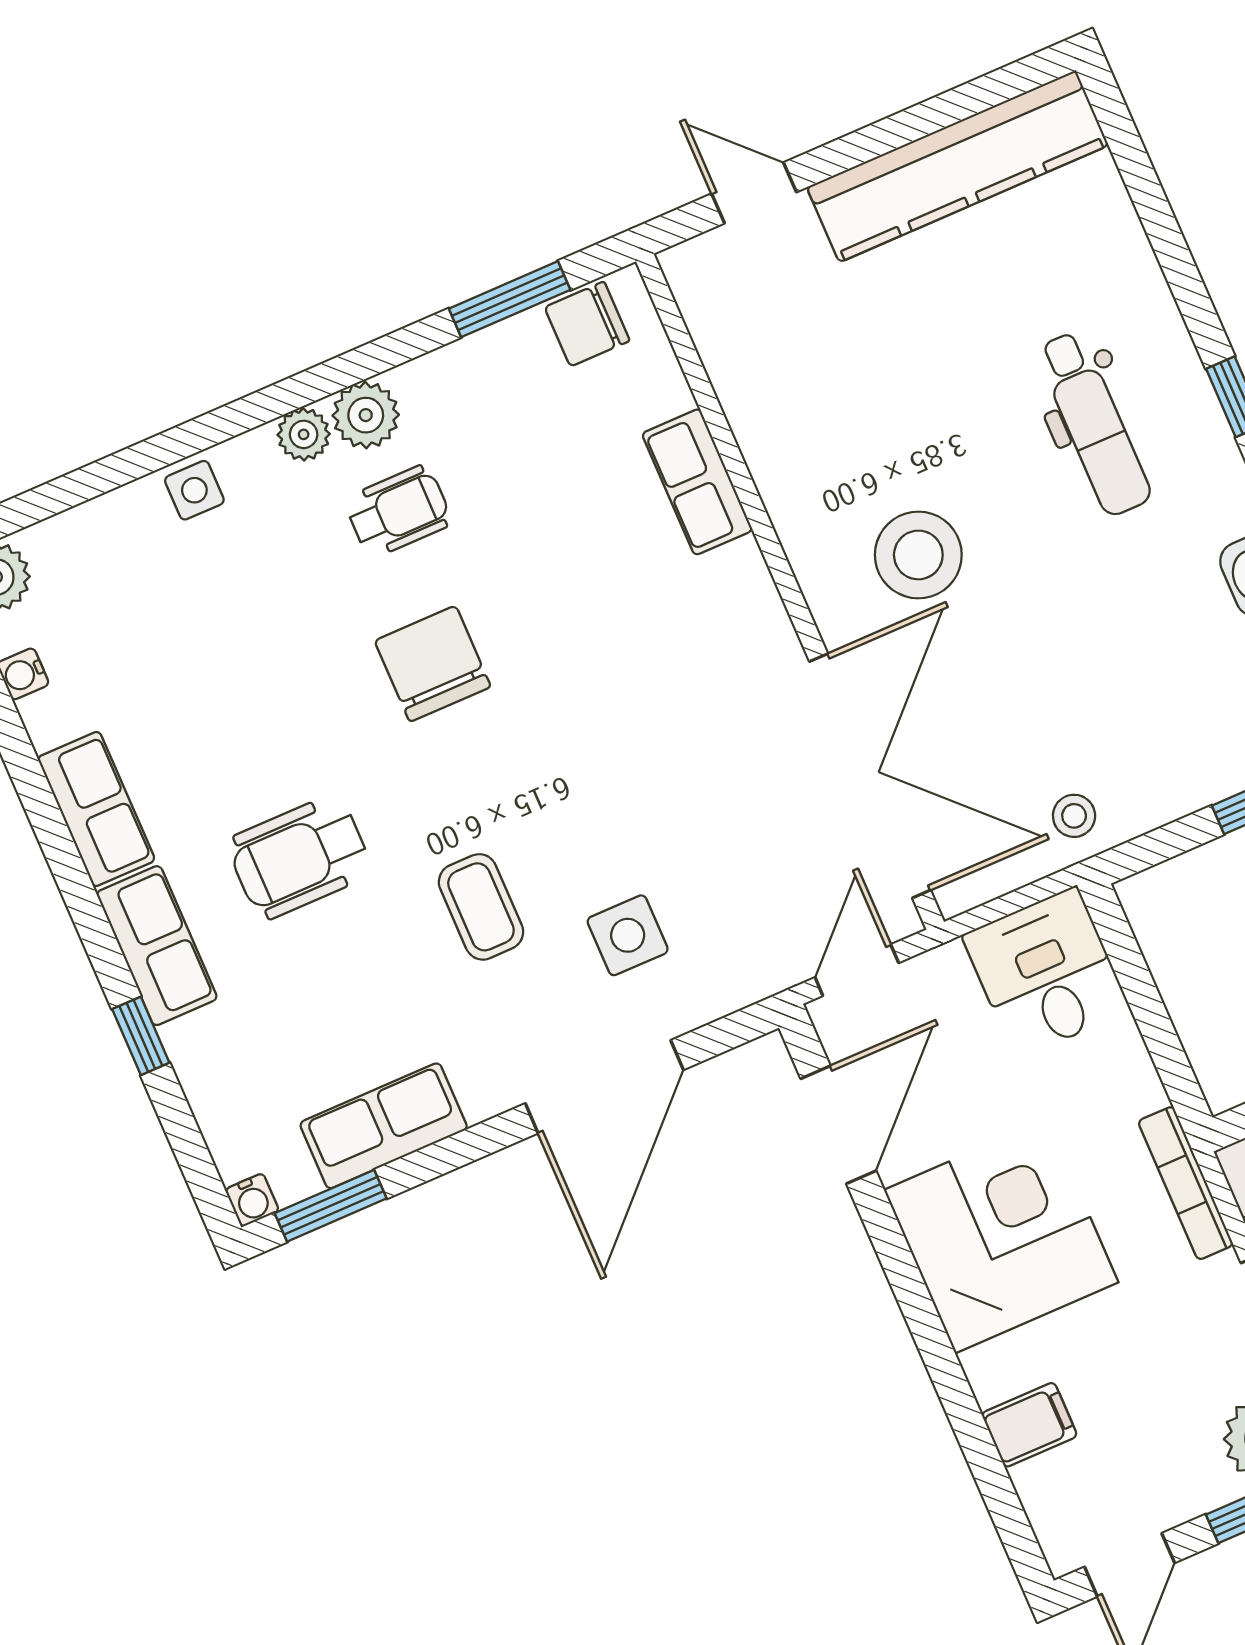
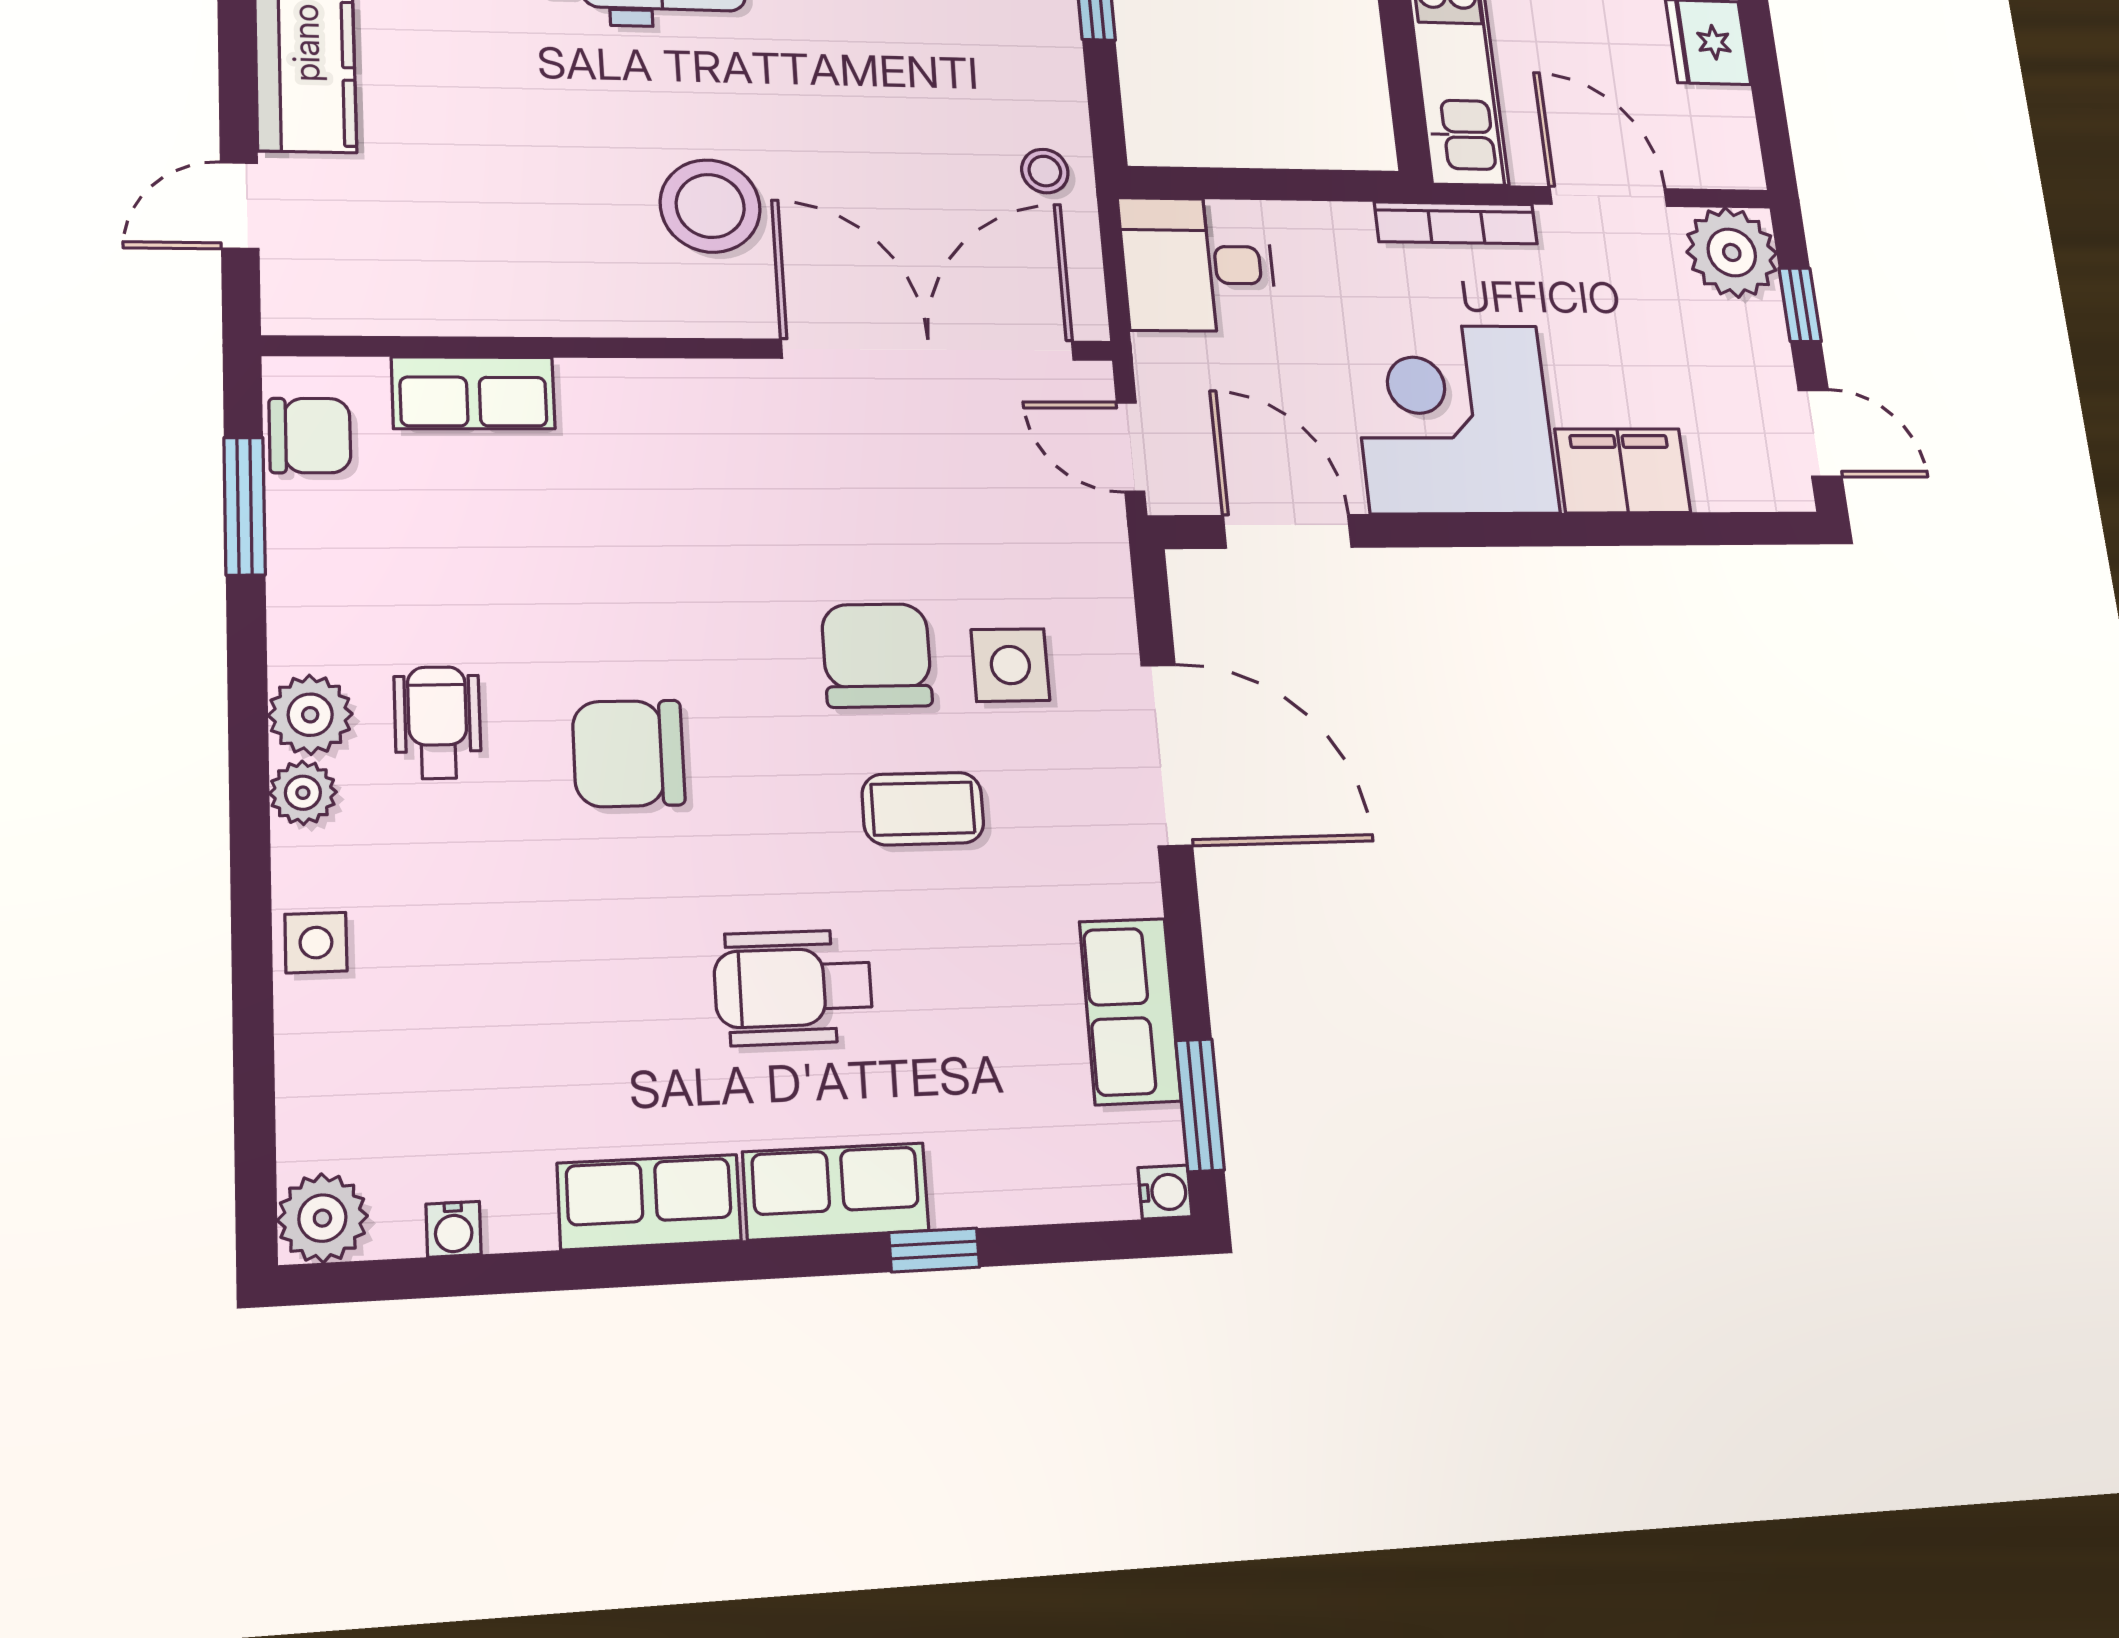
chair: (587, 324) -> (310, 436), turned -90
row of seats: (697, 482) -> (473, 393), moved
chair: (591, 826) -> (877, 655), added
wheelchair: (300, 857) -> (793, 987), turned 90
filing cabinet: (1029, 1425) -> (1623, 471), width x2.00

